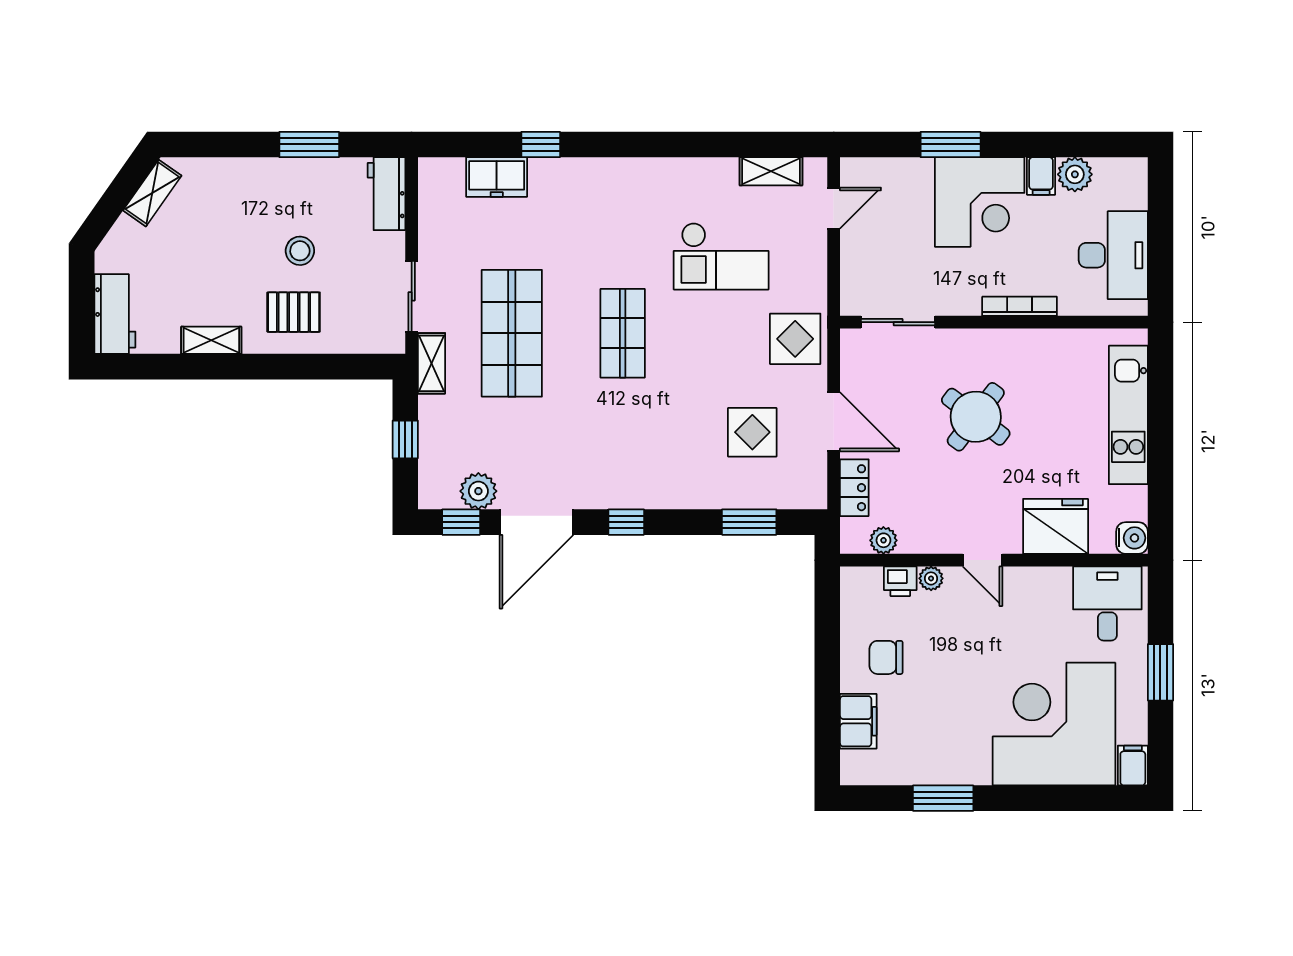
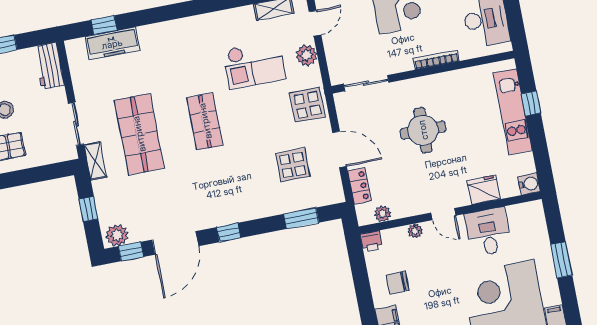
window: (541, 144) -> (104, 25), moved
freezer: (497, 177) -> (112, 44), width x1.40
plant: (809, 258) -> (306, 55), added
window: (1160, 407) -> (531, 103), added
round table: (976, 417) -> (423, 130), turned -37
plant: (478, 491) -> (117, 235), moved
fridge: (1056, 526) -> (483, 190), width x0.73, depth x0.75
printer: (900, 581) -> (371, 241), moved
desk: (1107, 604) -> (488, 232), moved

